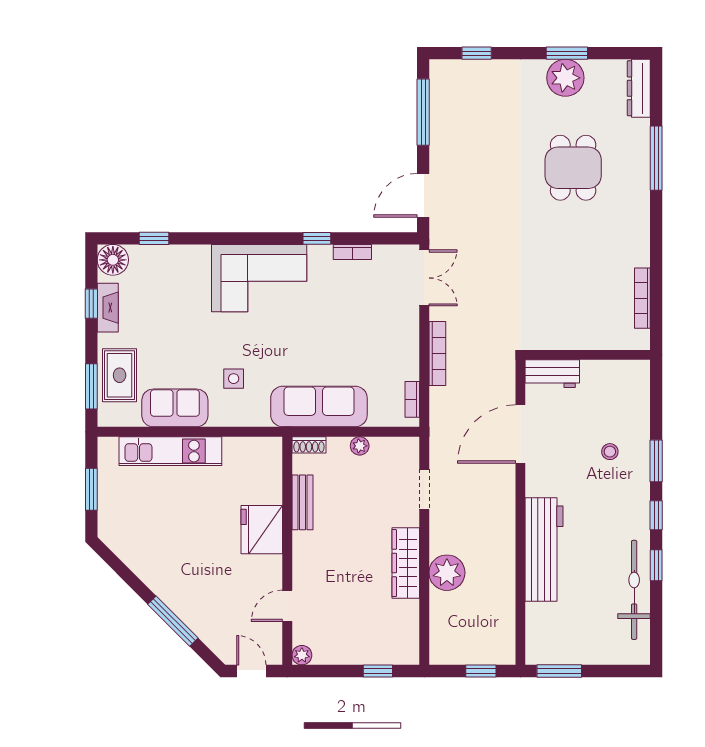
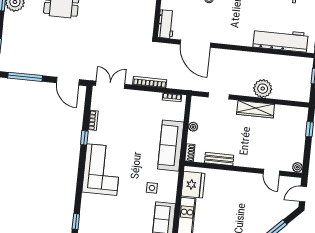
fridge: (262, 530) -> (193, 185), moved, turned -90
workbench: (544, 549) -> (281, 40), moved

